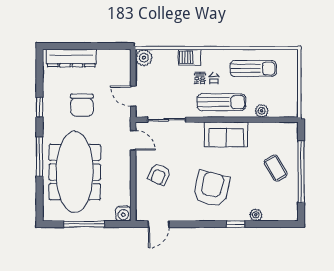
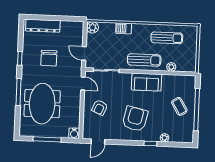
meeting table: (75, 172) -> (42, 104), width x0.73

